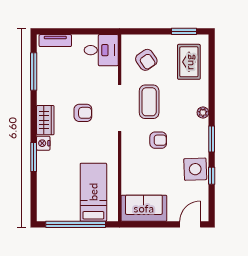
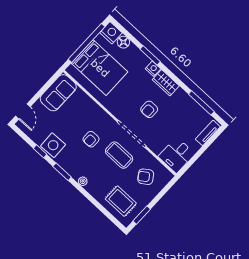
floor lamp: (44, 192) -> (123, 42), added
bed: (93, 192) -> (100, 68), width x1.50
nightstand: (46, 211) -> (111, 33), added

